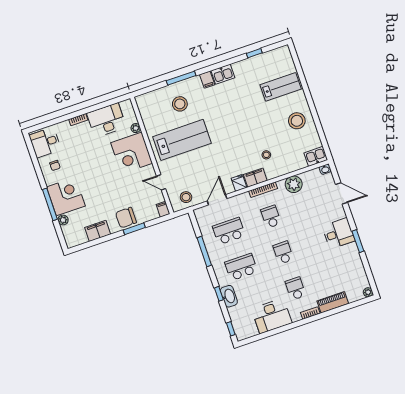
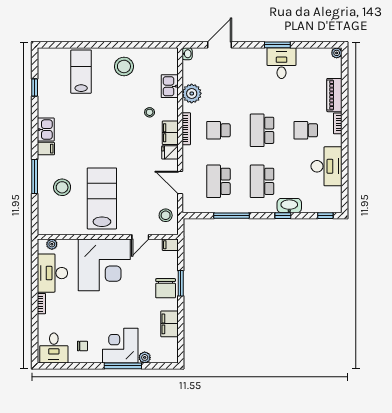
plant: (136, 128) -> (52, 244), moved
corner desk: (132, 153) -> (104, 265), width x1.36, depth x1.36
kitchen sink: (316, 156) -> (170, 86), moved
desk: (338, 233) -> (281, 63), moved
school desk: (283, 253) -> (262, 130), width x1.85

